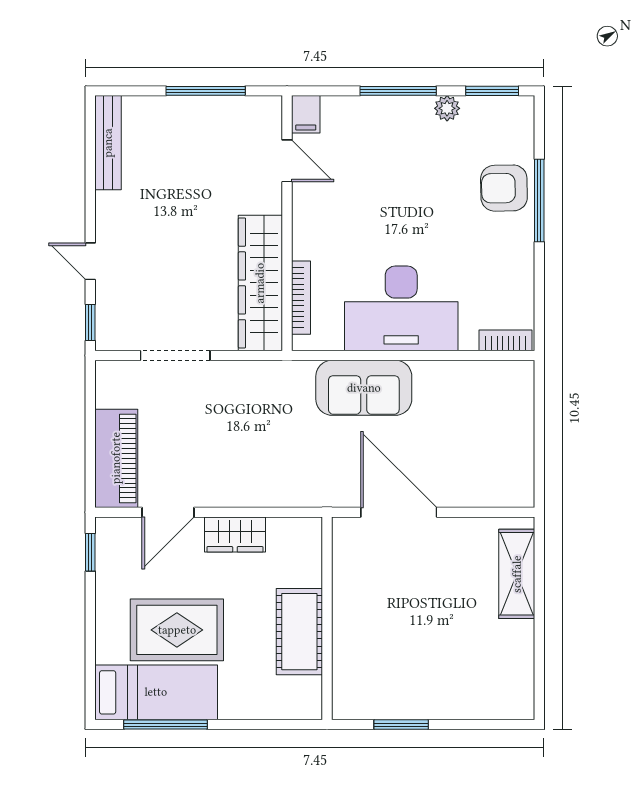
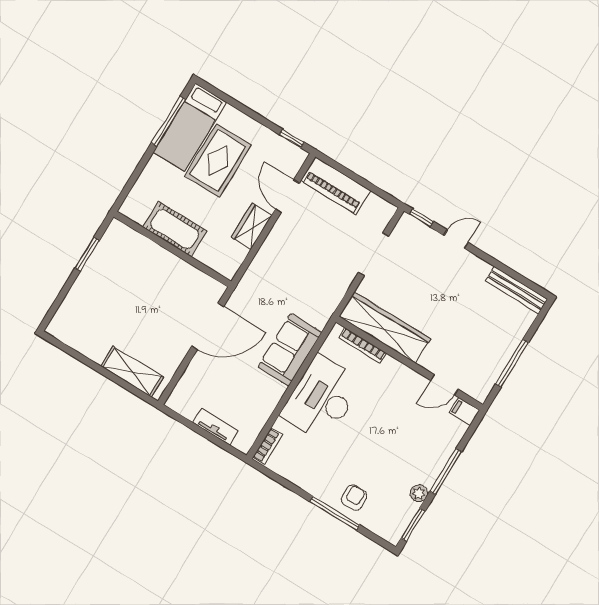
armchair: (504, 188) -> (354, 498), width x0.72, depth x0.72
tv unit: (522, 423) -> (215, 427), added

